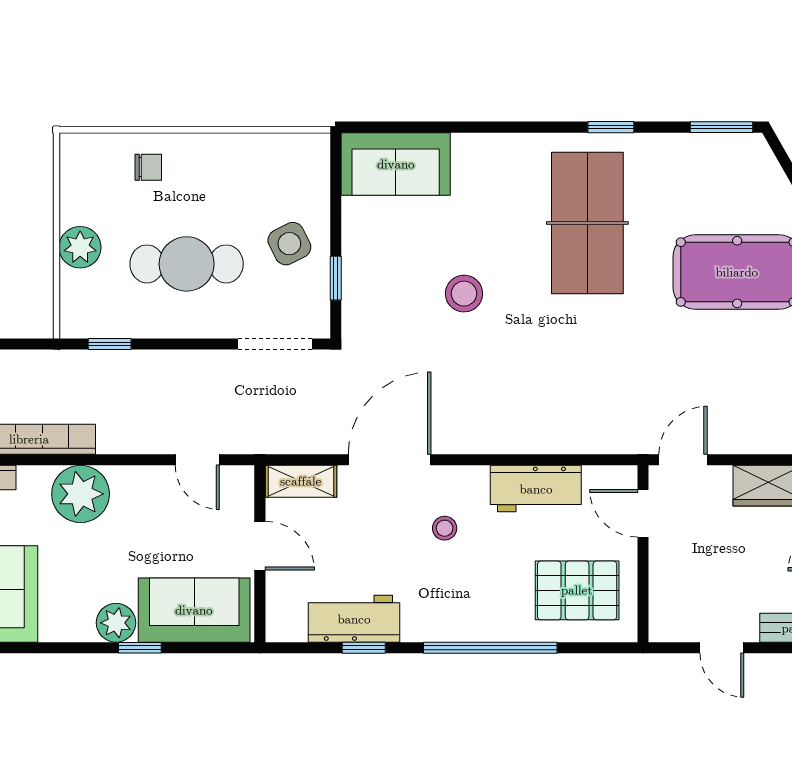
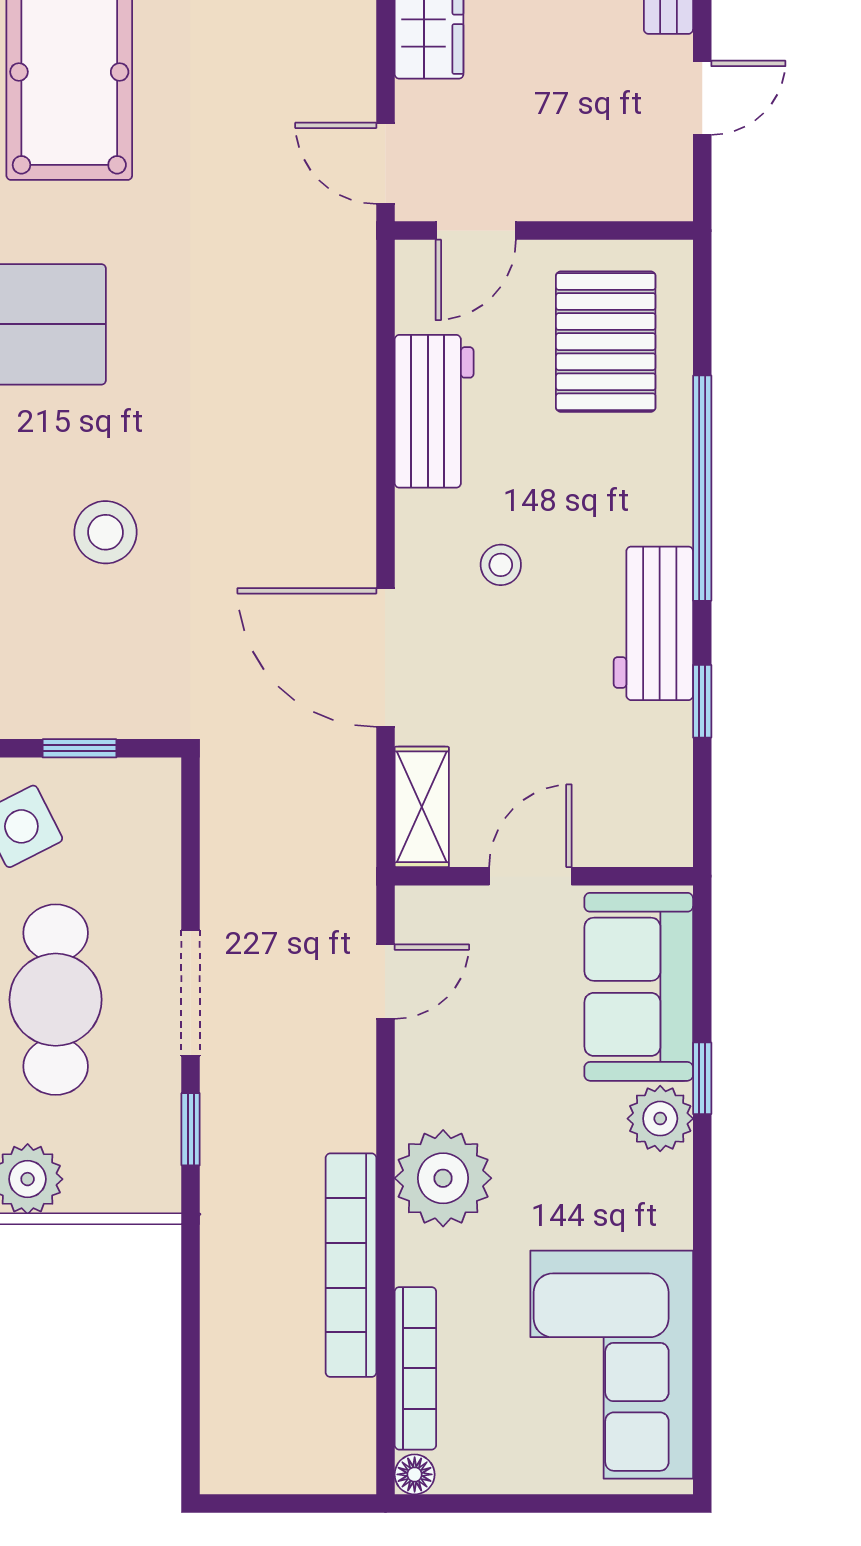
doorway: (275, 344) -> (191, 993), moved
workbench: (354, 619) -> (653, 623), moved

